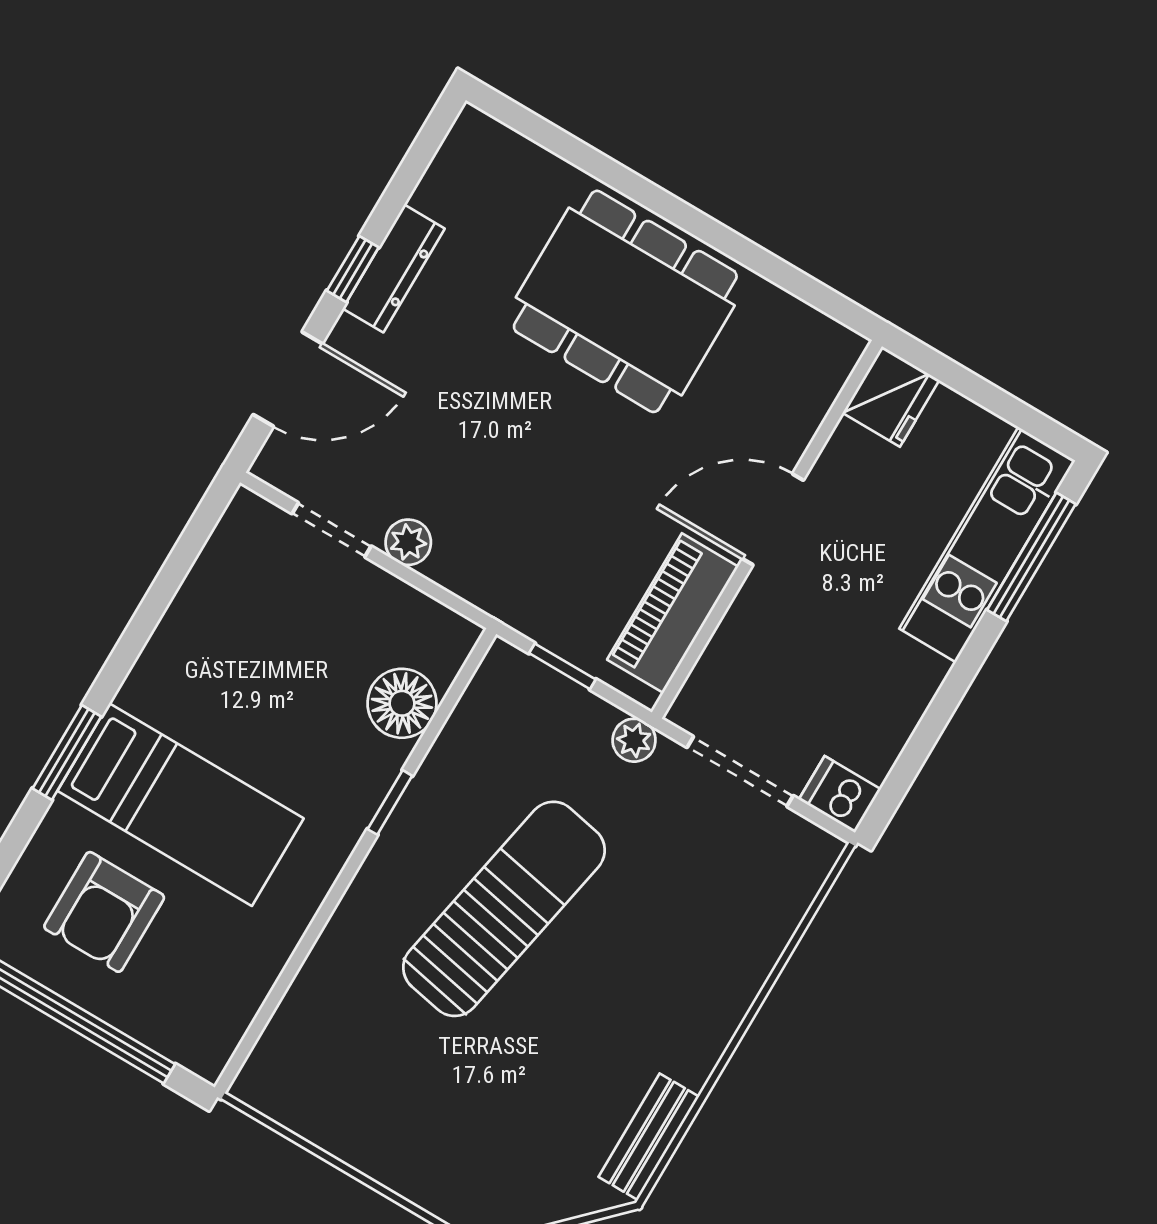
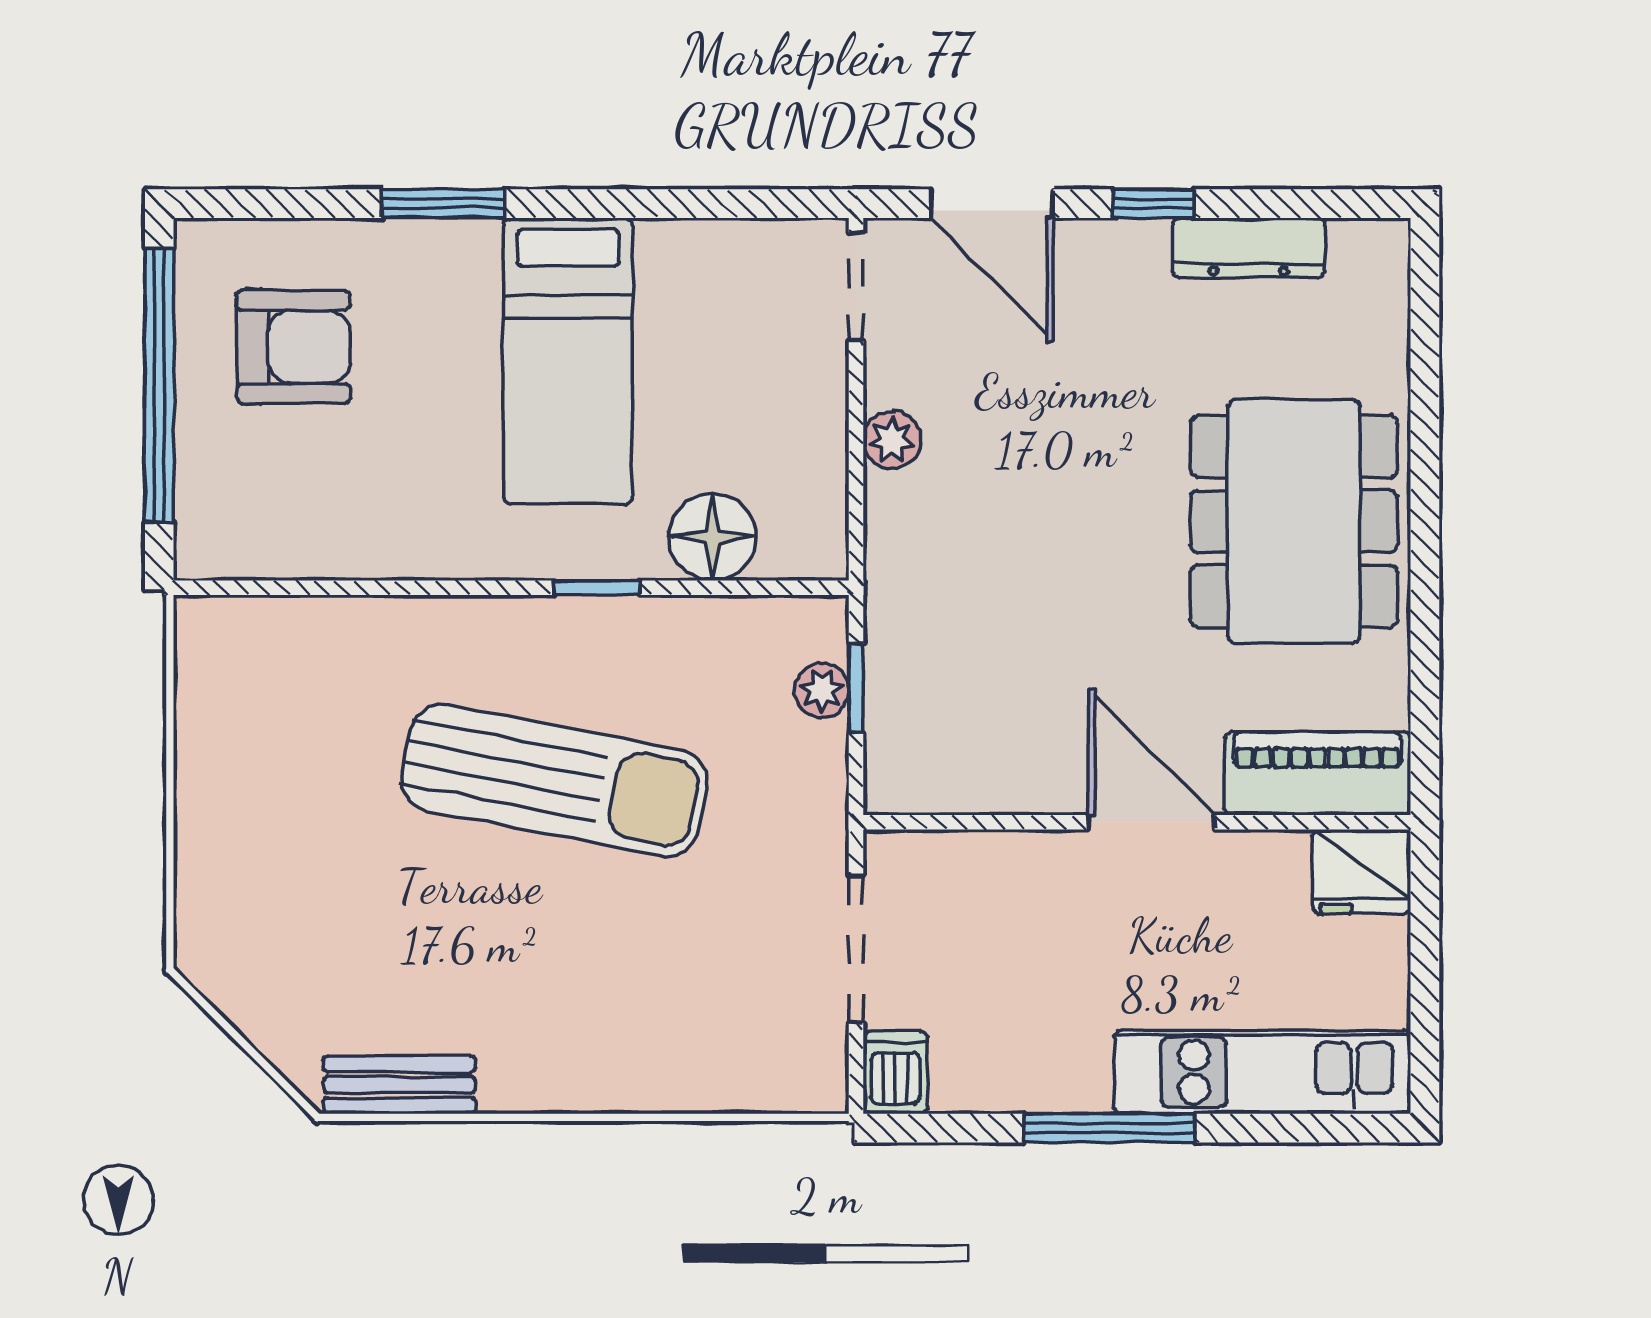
dresser: (394, 269) -> (1249, 248), moved
doorway: (332, 530) -> (856, 287), moved
window: (1031, 557) -> (1110, 1128), moved
piano: (673, 613) -> (1318, 774), moved
plant: (634, 740) -> (822, 690), moved
bed: (181, 805) -> (568, 361), moved
armchair: (104, 912) -> (293, 347), turned 180

